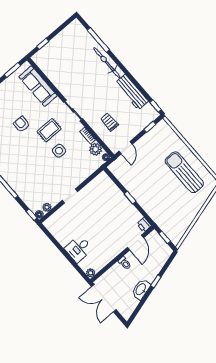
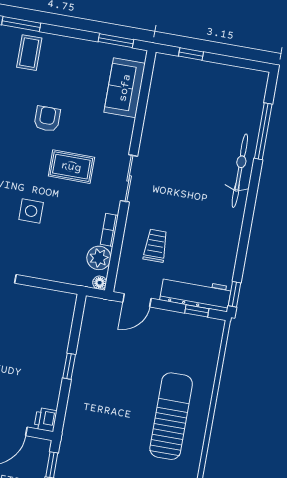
sofa: (38, 86) -> (125, 88), width x0.73
workbench: (132, 92) -> (196, 293), moved, turned 90
side table: (59, 151) -> (31, 211), moved

